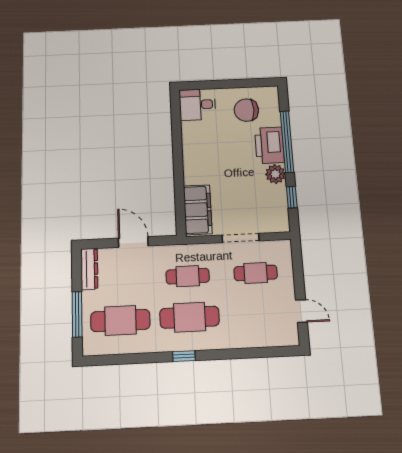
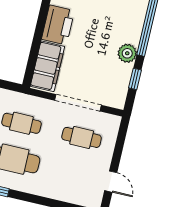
printer: (269, 145) -> (58, 25), moved, turned 180
doorway: (241, 238) -> (78, 103), width x1.36

